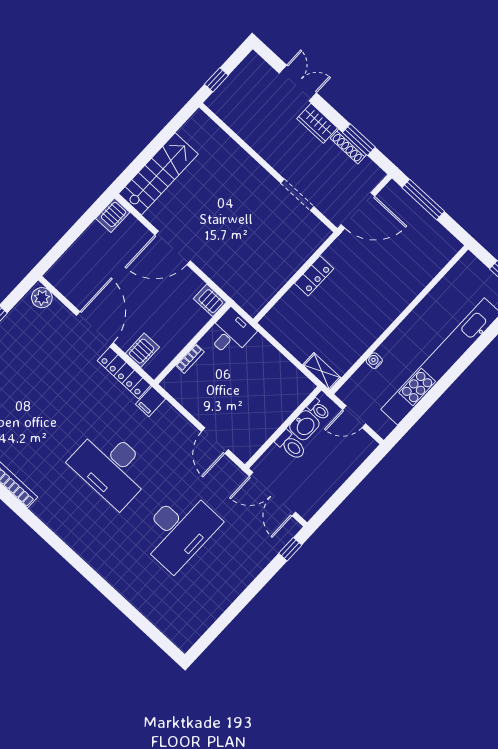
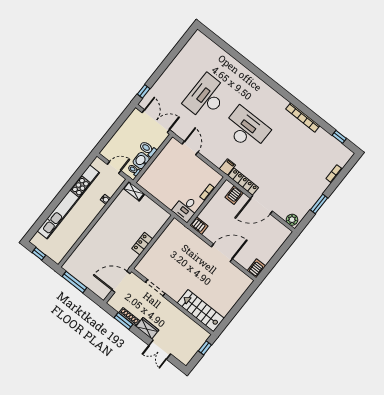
stairs: (158, 174) -> (201, 311), moved, turned 90
window: (423, 199) -> (74, 282), moved
door: (95, 329) -> (261, 205), hinge flipped

